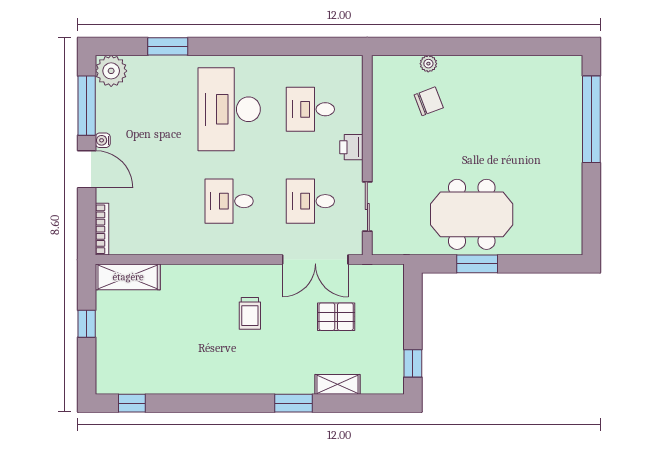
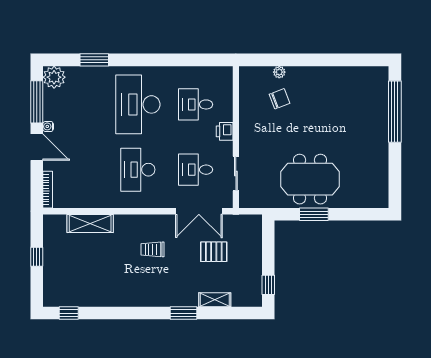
desk: (229, 201) -> (138, 170), width x1.37
shelving: (128, 277) -> (90, 223), moved
trolley: (250, 313) -> (153, 249), turned 90

